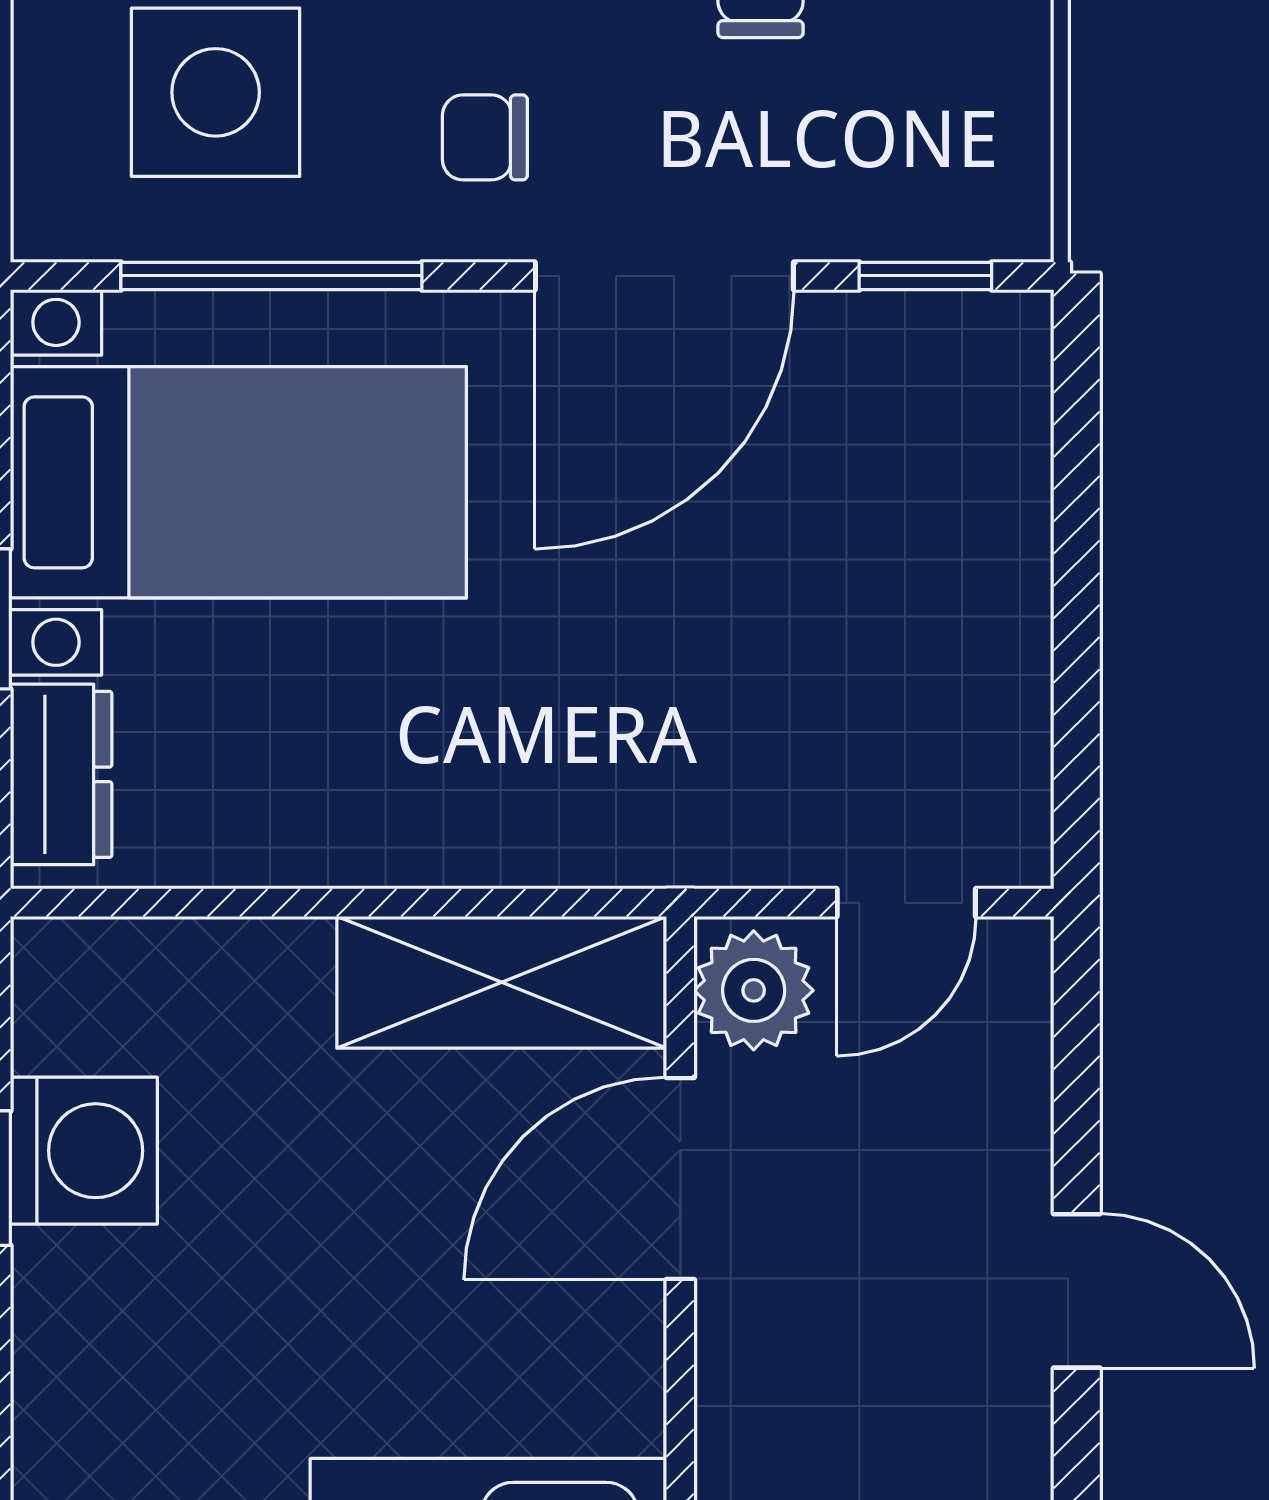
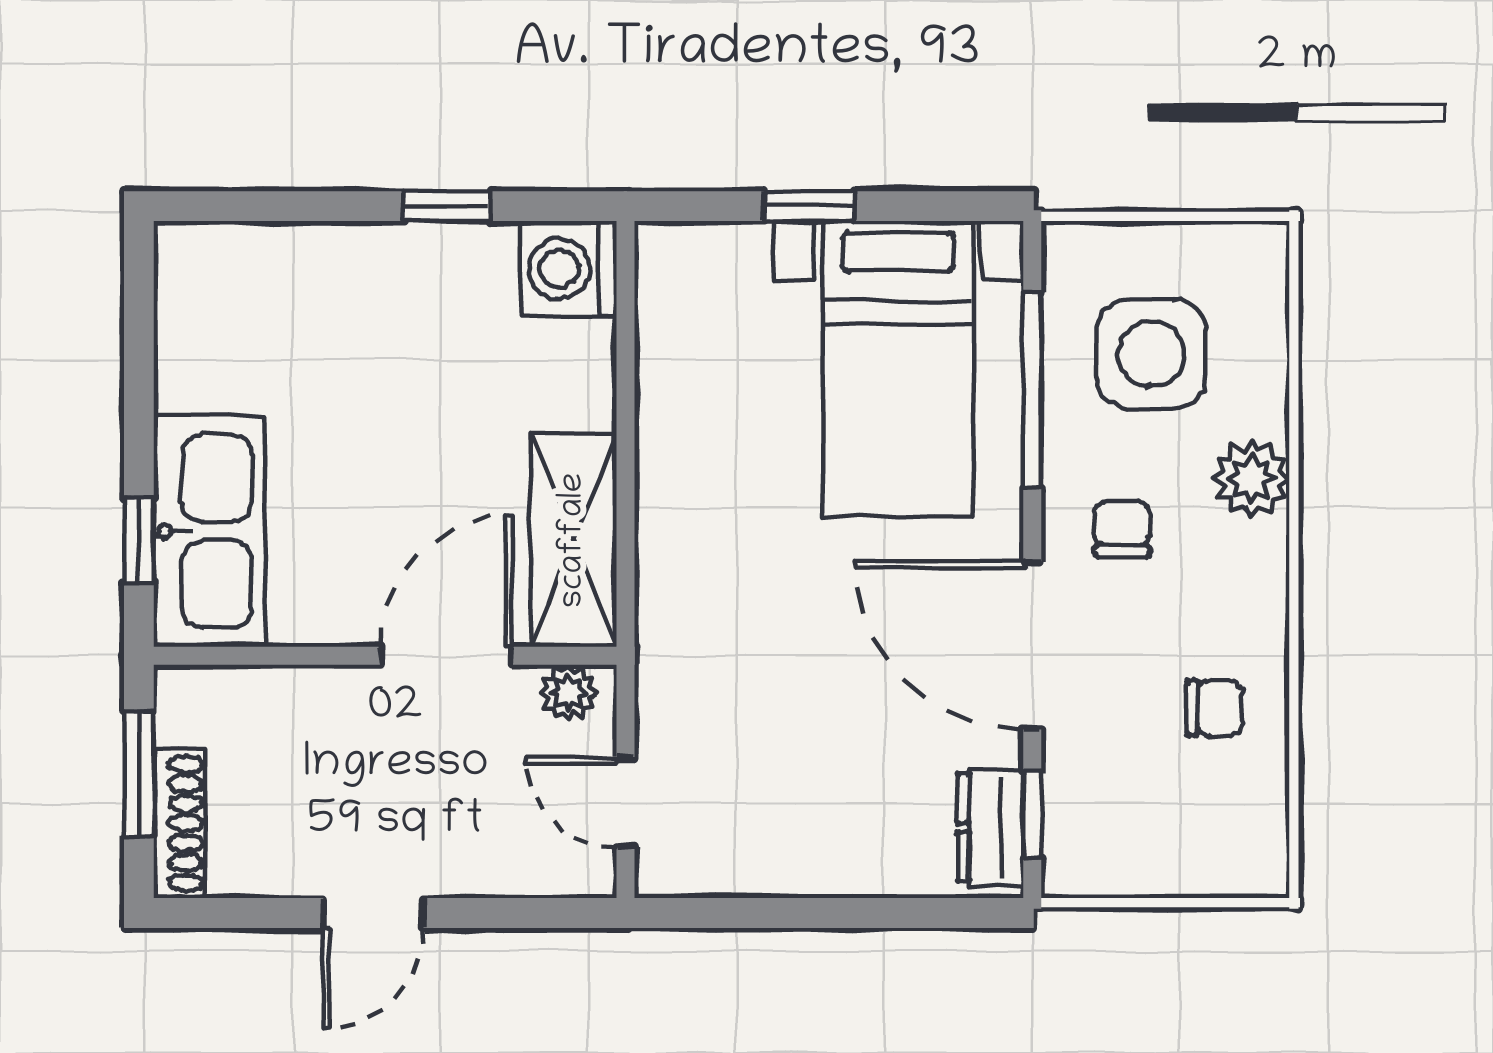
dresser: (61, 774) -> (990, 828), moved, turned 90
plant: (754, 990) -> (568, 693), width x0.73, depth x0.73
washing machine: (84, 1151) -> (569, 269), moved, turned 90
door: (680, 1178) -> (446, 656), hinge flipped

